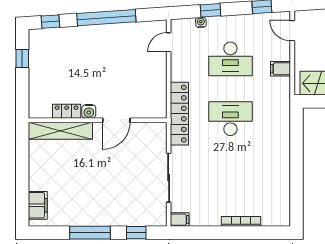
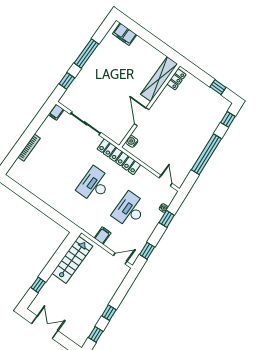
locker: (67, 111) -> (176, 79), moved
water cooler: (89, 111) -> (132, 141), moved
desk: (230, 119) -> (94, 185), turned 180

